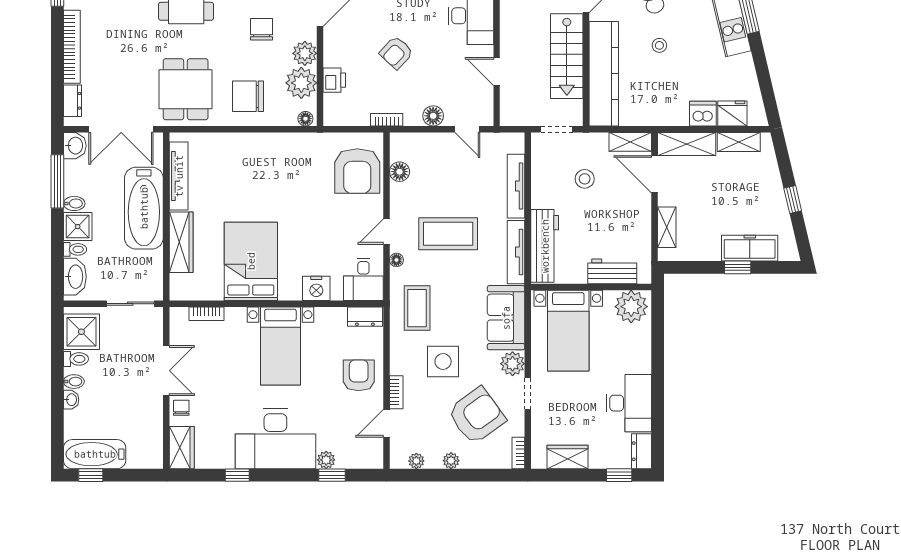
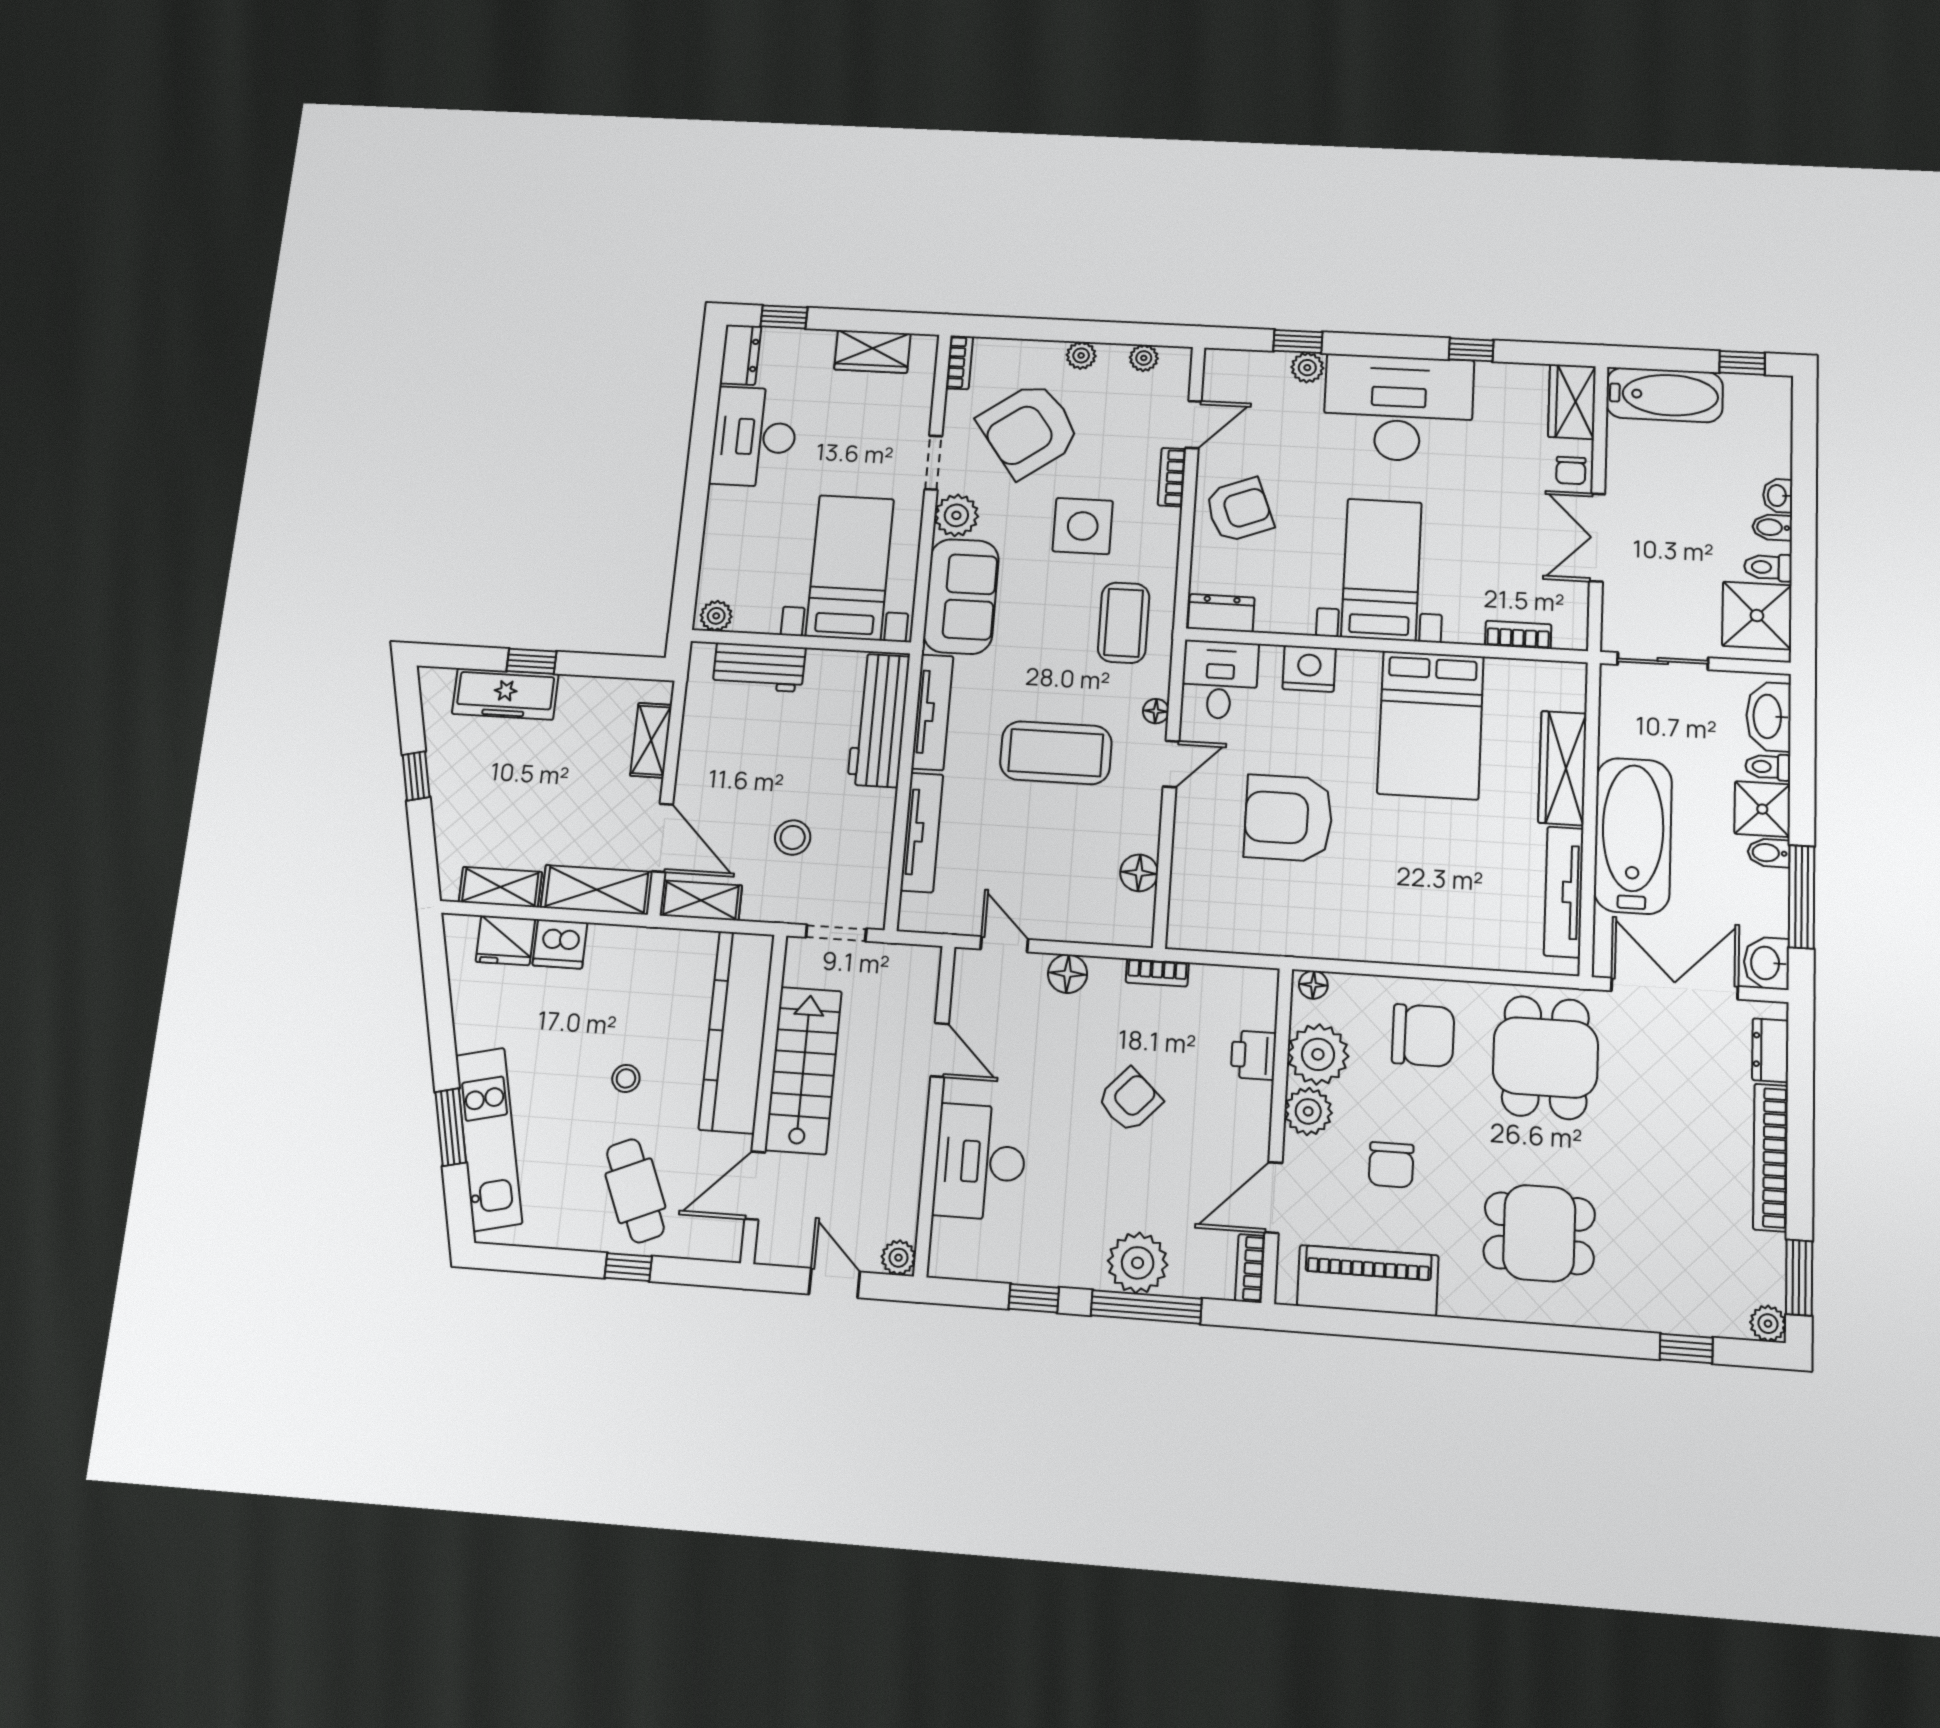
armchair: (357, 171) -> (1288, 818), moved, turned -90
plant: (631, 307) -> (716, 616), width x0.53, depth x0.53
armchair: (359, 375) -> (1239, 510), turned -111
bathtub: (95, 454) -> (1665, 395), moved

